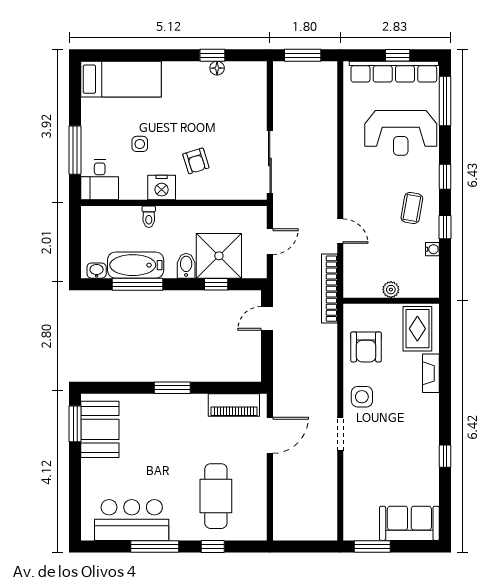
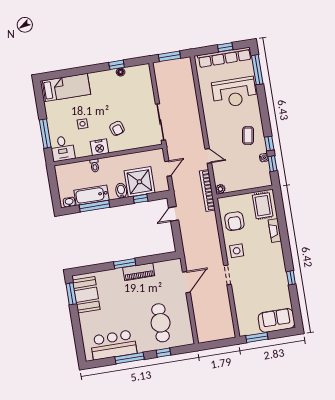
window: (445, 177) -> (272, 164), moved
plant: (391, 290) -> (220, 189), moved
piano: (234, 405) -> (139, 272), moved

